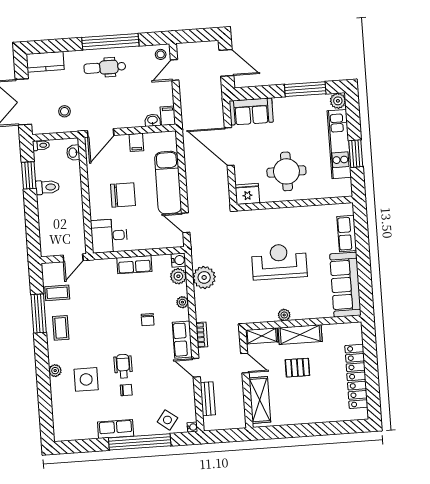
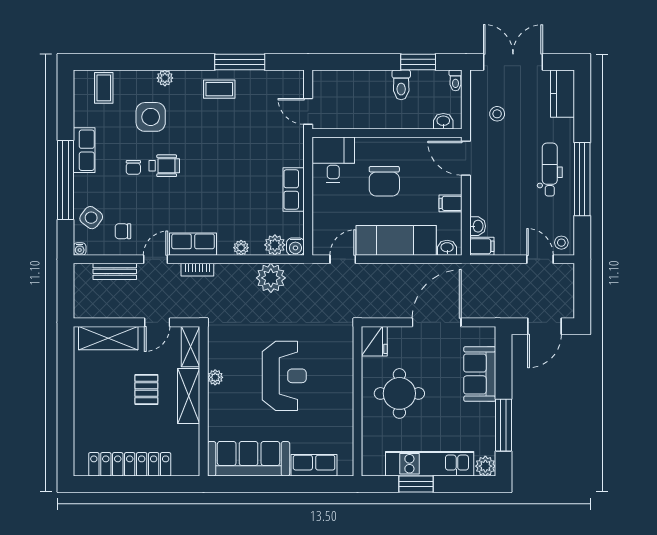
sofa: (251, 111) -> (480, 374), moved
washbasin: (171, 143) -> (447, 248), added
coffee table: (57, 293) -> (104, 88), moved
chair: (148, 320) -> (123, 231), moved

